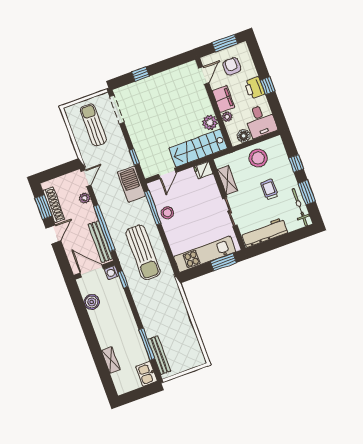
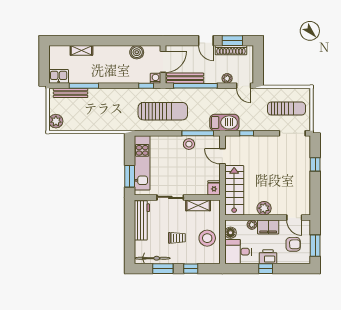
plant: (210, 122) -> (264, 208), moved
sun lounger: (143, 252) -> (163, 111), turned 180
plant: (194, 360) -> (56, 121), added

